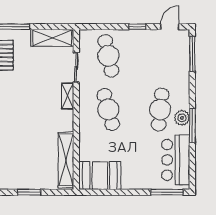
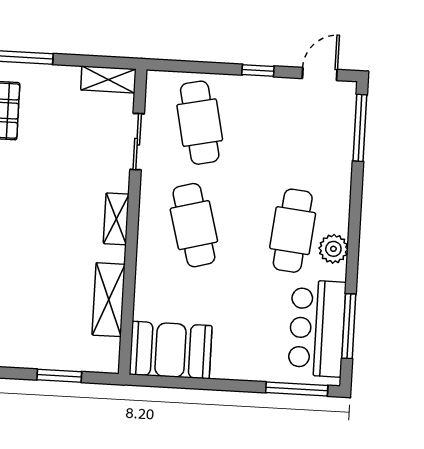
shelving: (52, 38) -> (108, 79), width x0.67, depth x0.75
shelving: (68, 96) -> (116, 219), moved
window: (192, 126) -> (349, 326), moved
shelving: (66, 160) -> (109, 300), width x0.68
window: (29, 192) -> (59, 376), moved

